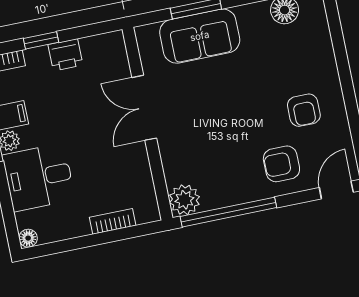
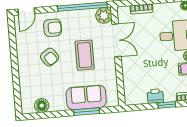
double door: (144, 108) -> (117, 40), moved
armchair: (304, 110) -> (50, 57), moved, turned 146
coffee table: (213, 118) -> (85, 55), added

